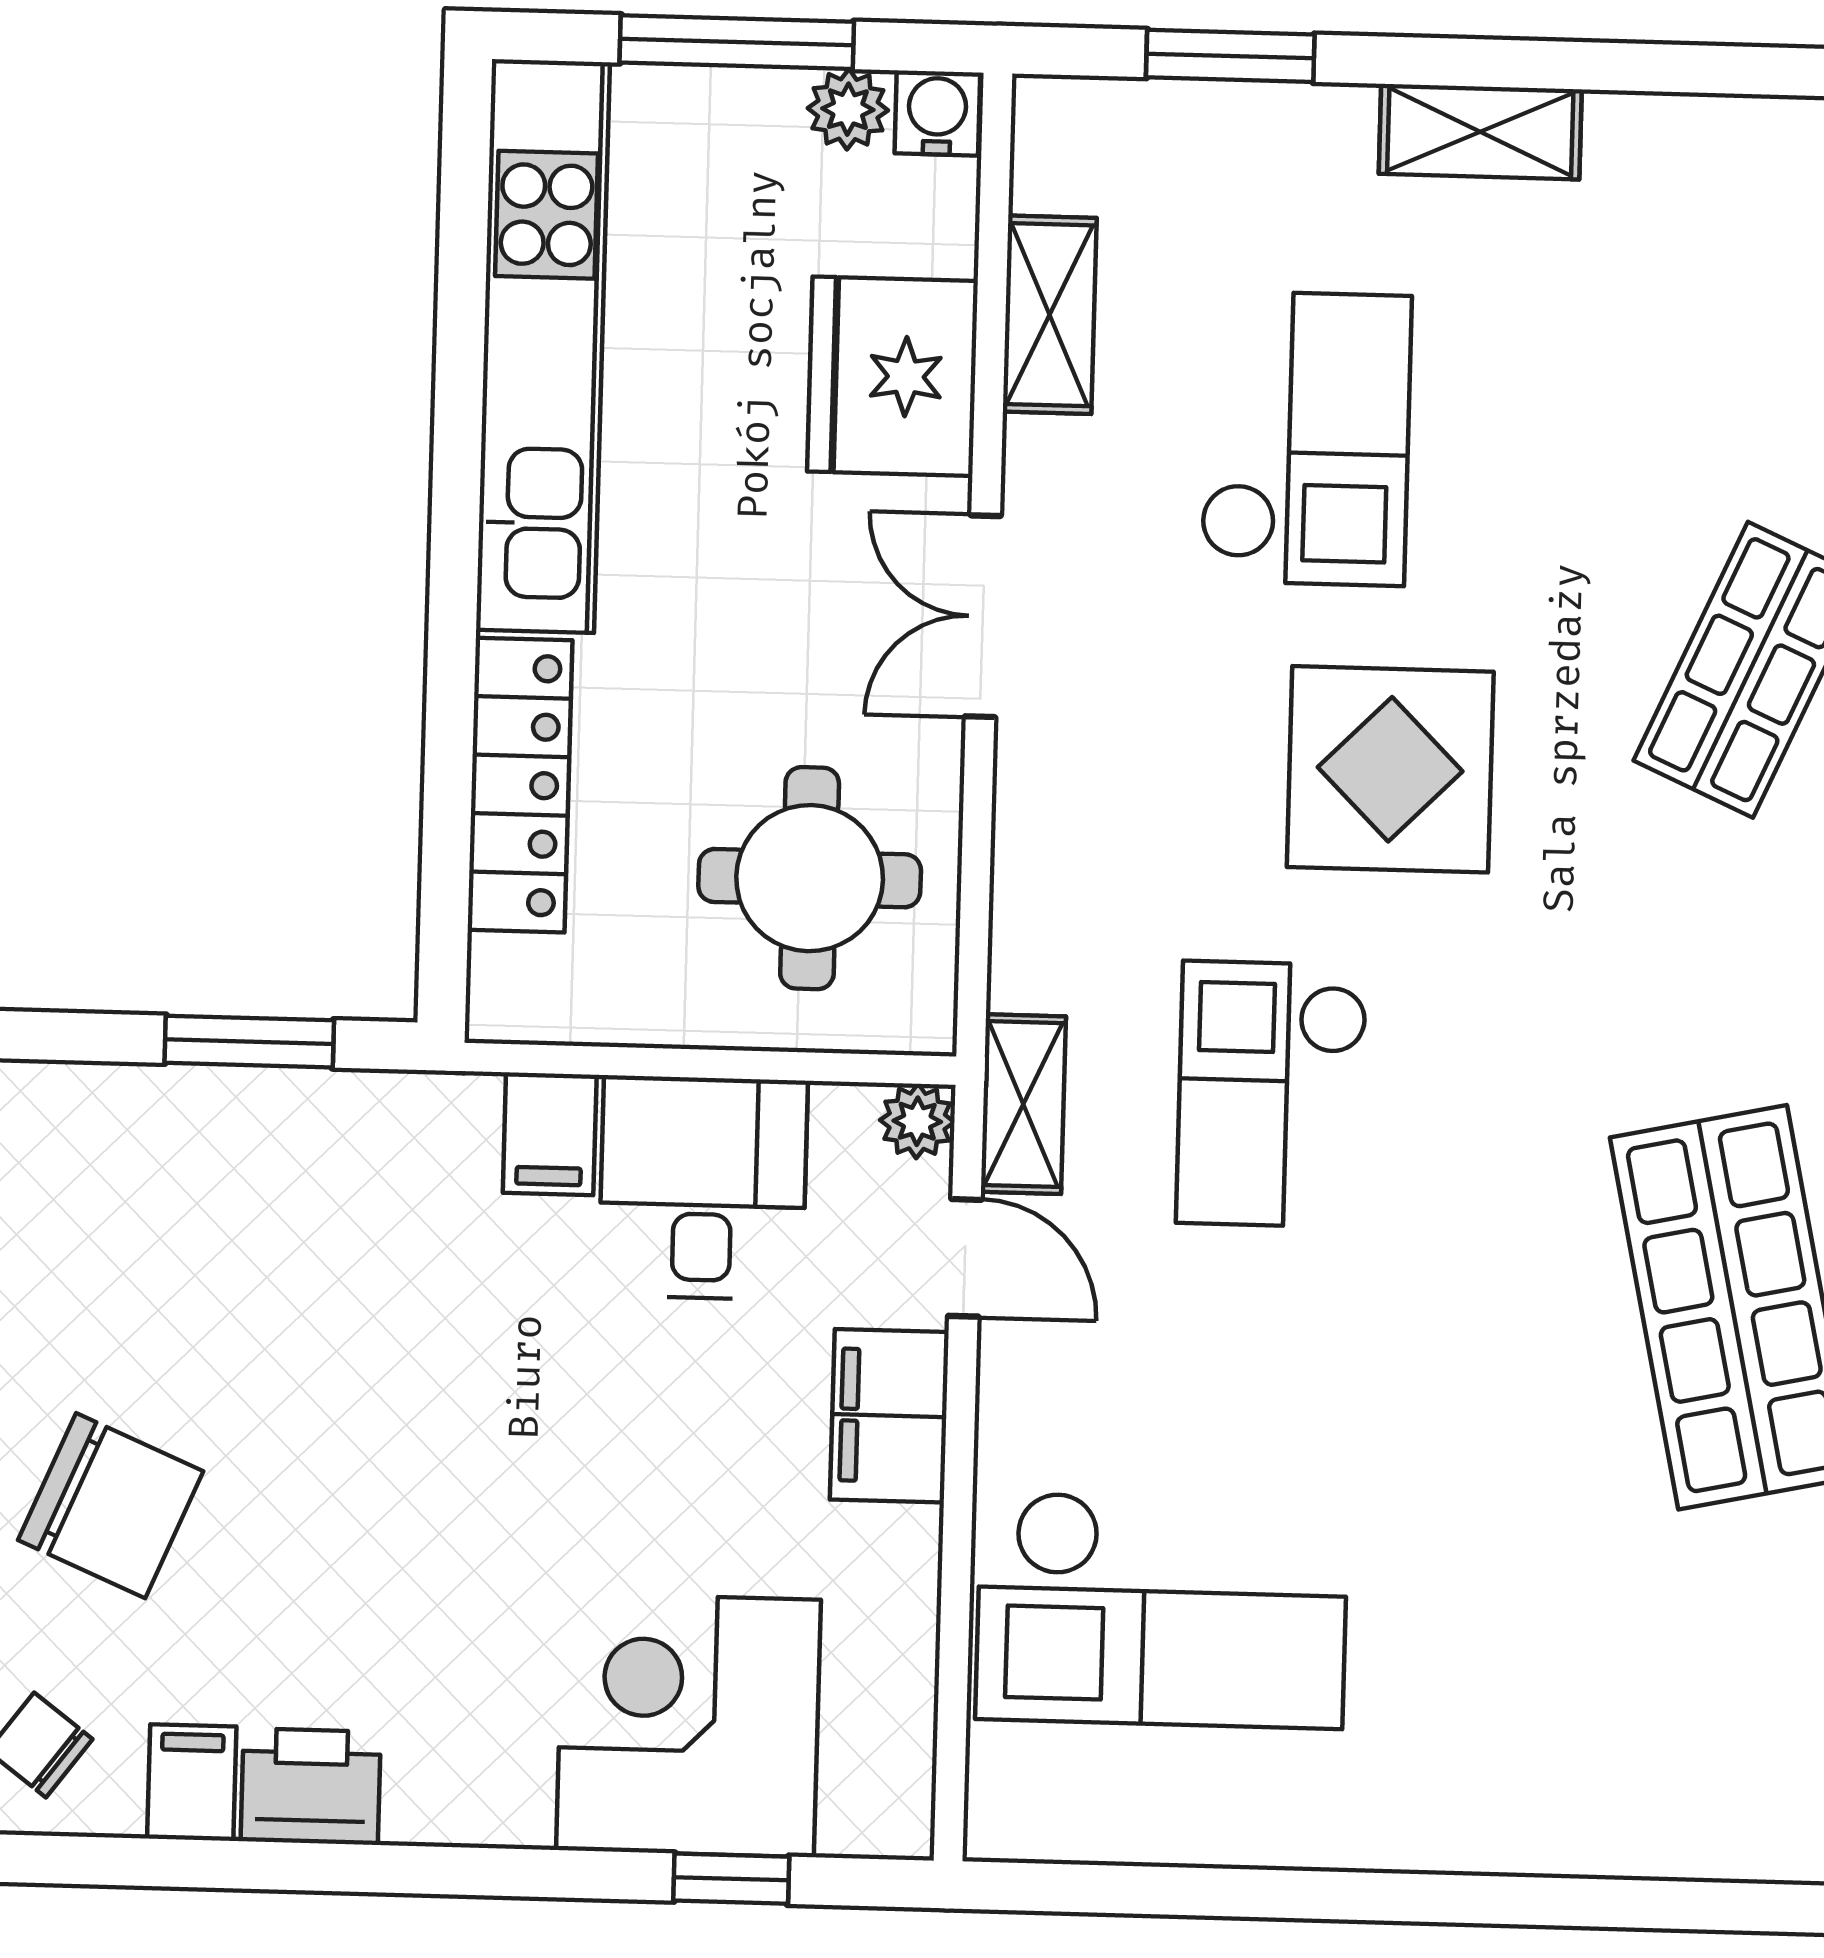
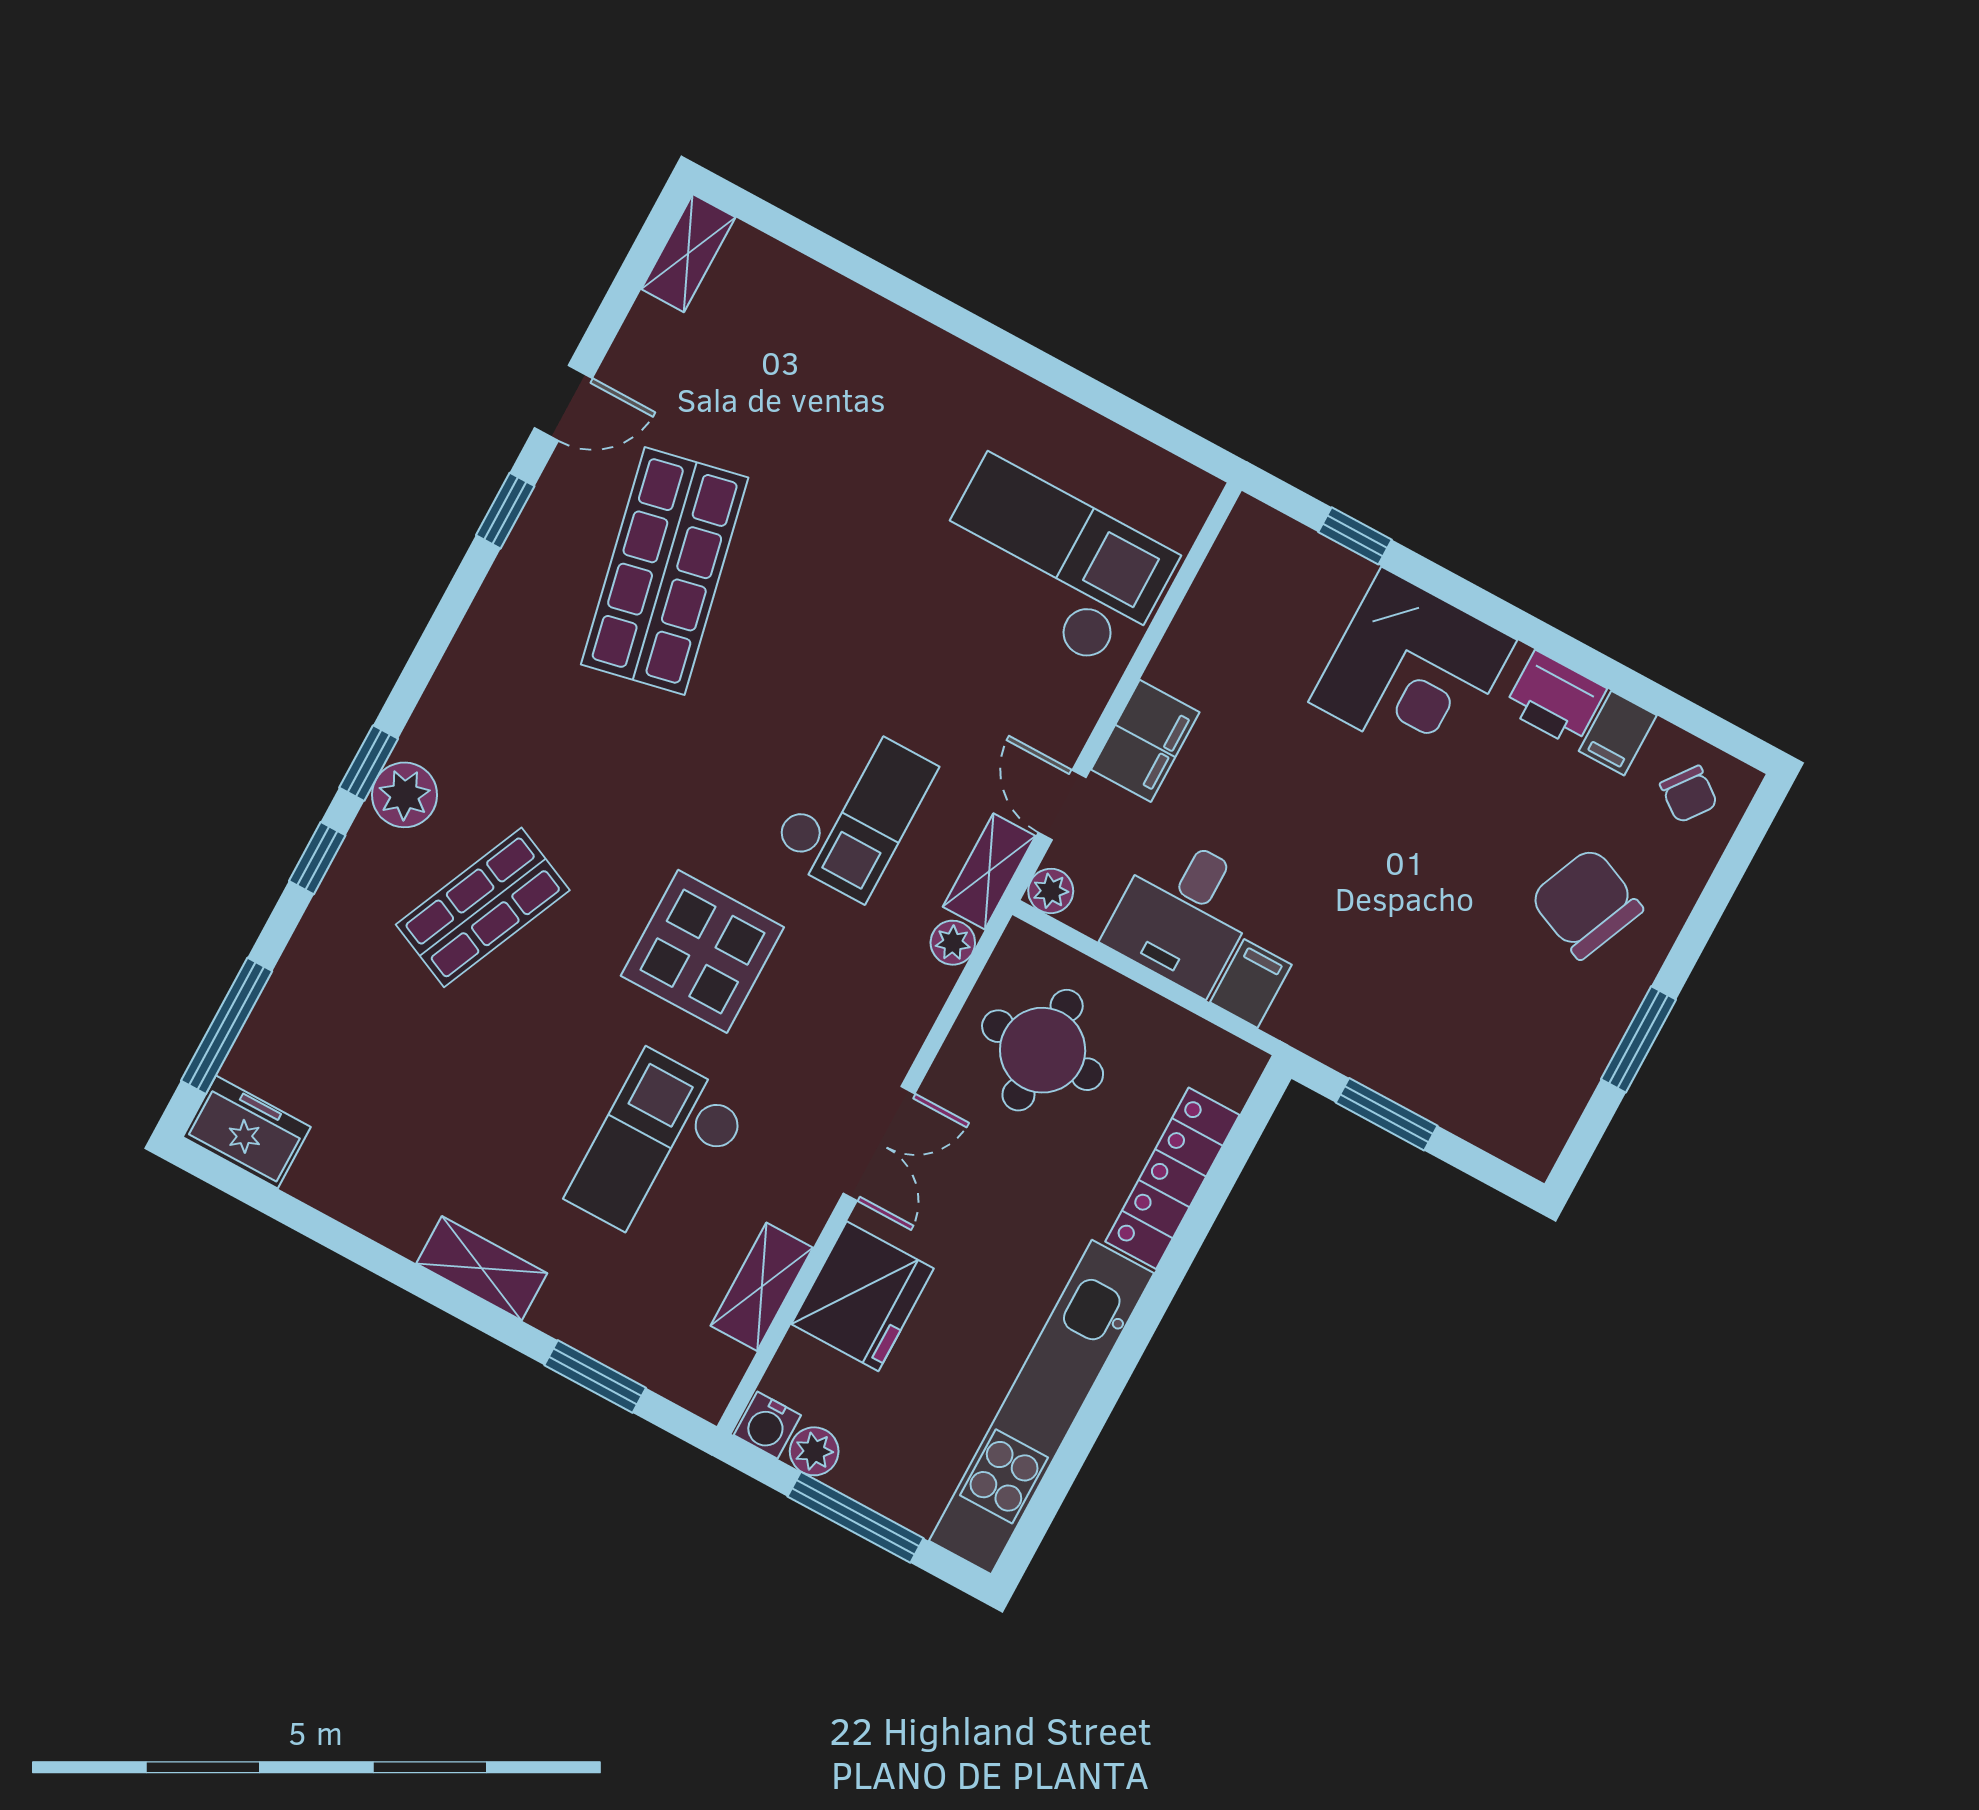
plant: (1024, 971) -> (953, 943), added
corner desk: (688, 1725) -> (1413, 671), moved

